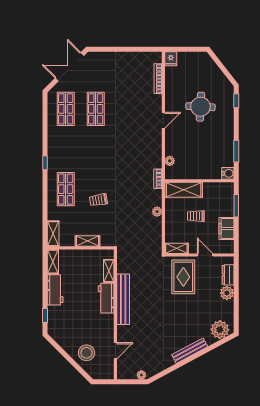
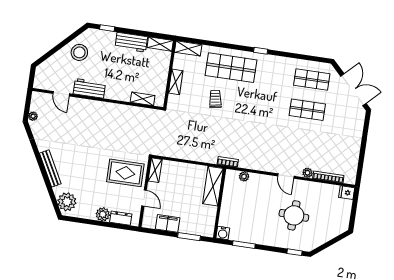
shop shelf: (66, 189) -> (231, 68), width x1.43, depth x1.36
plant: (157, 212) -> (308, 173), moved
trolley: (196, 216) -> (185, 195), removed
door: (205, 255) -> (144, 198), hinge flipped
workbench: (106, 298) -> (89, 88), moved
bench: (123, 299) -> (112, 109), removed
stool: (87, 353) -> (79, 52), moved

